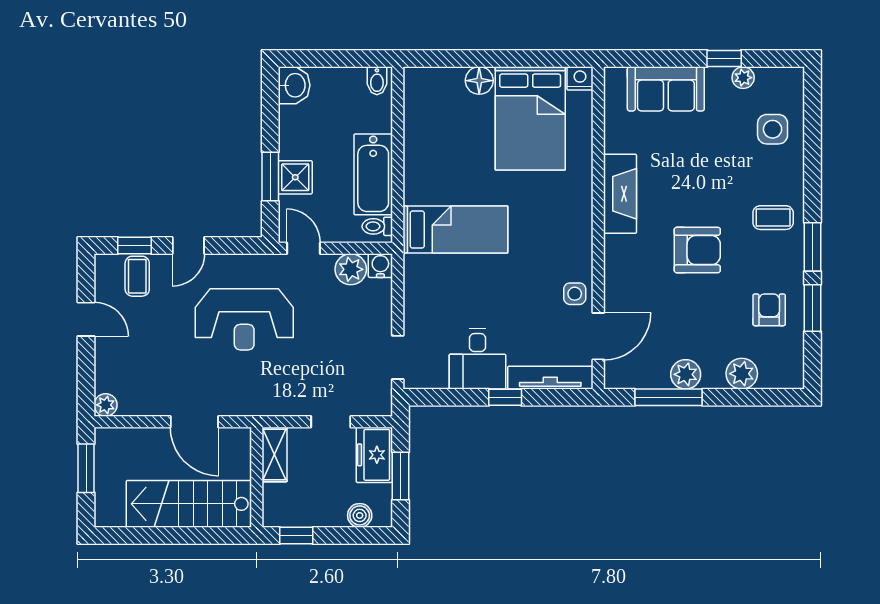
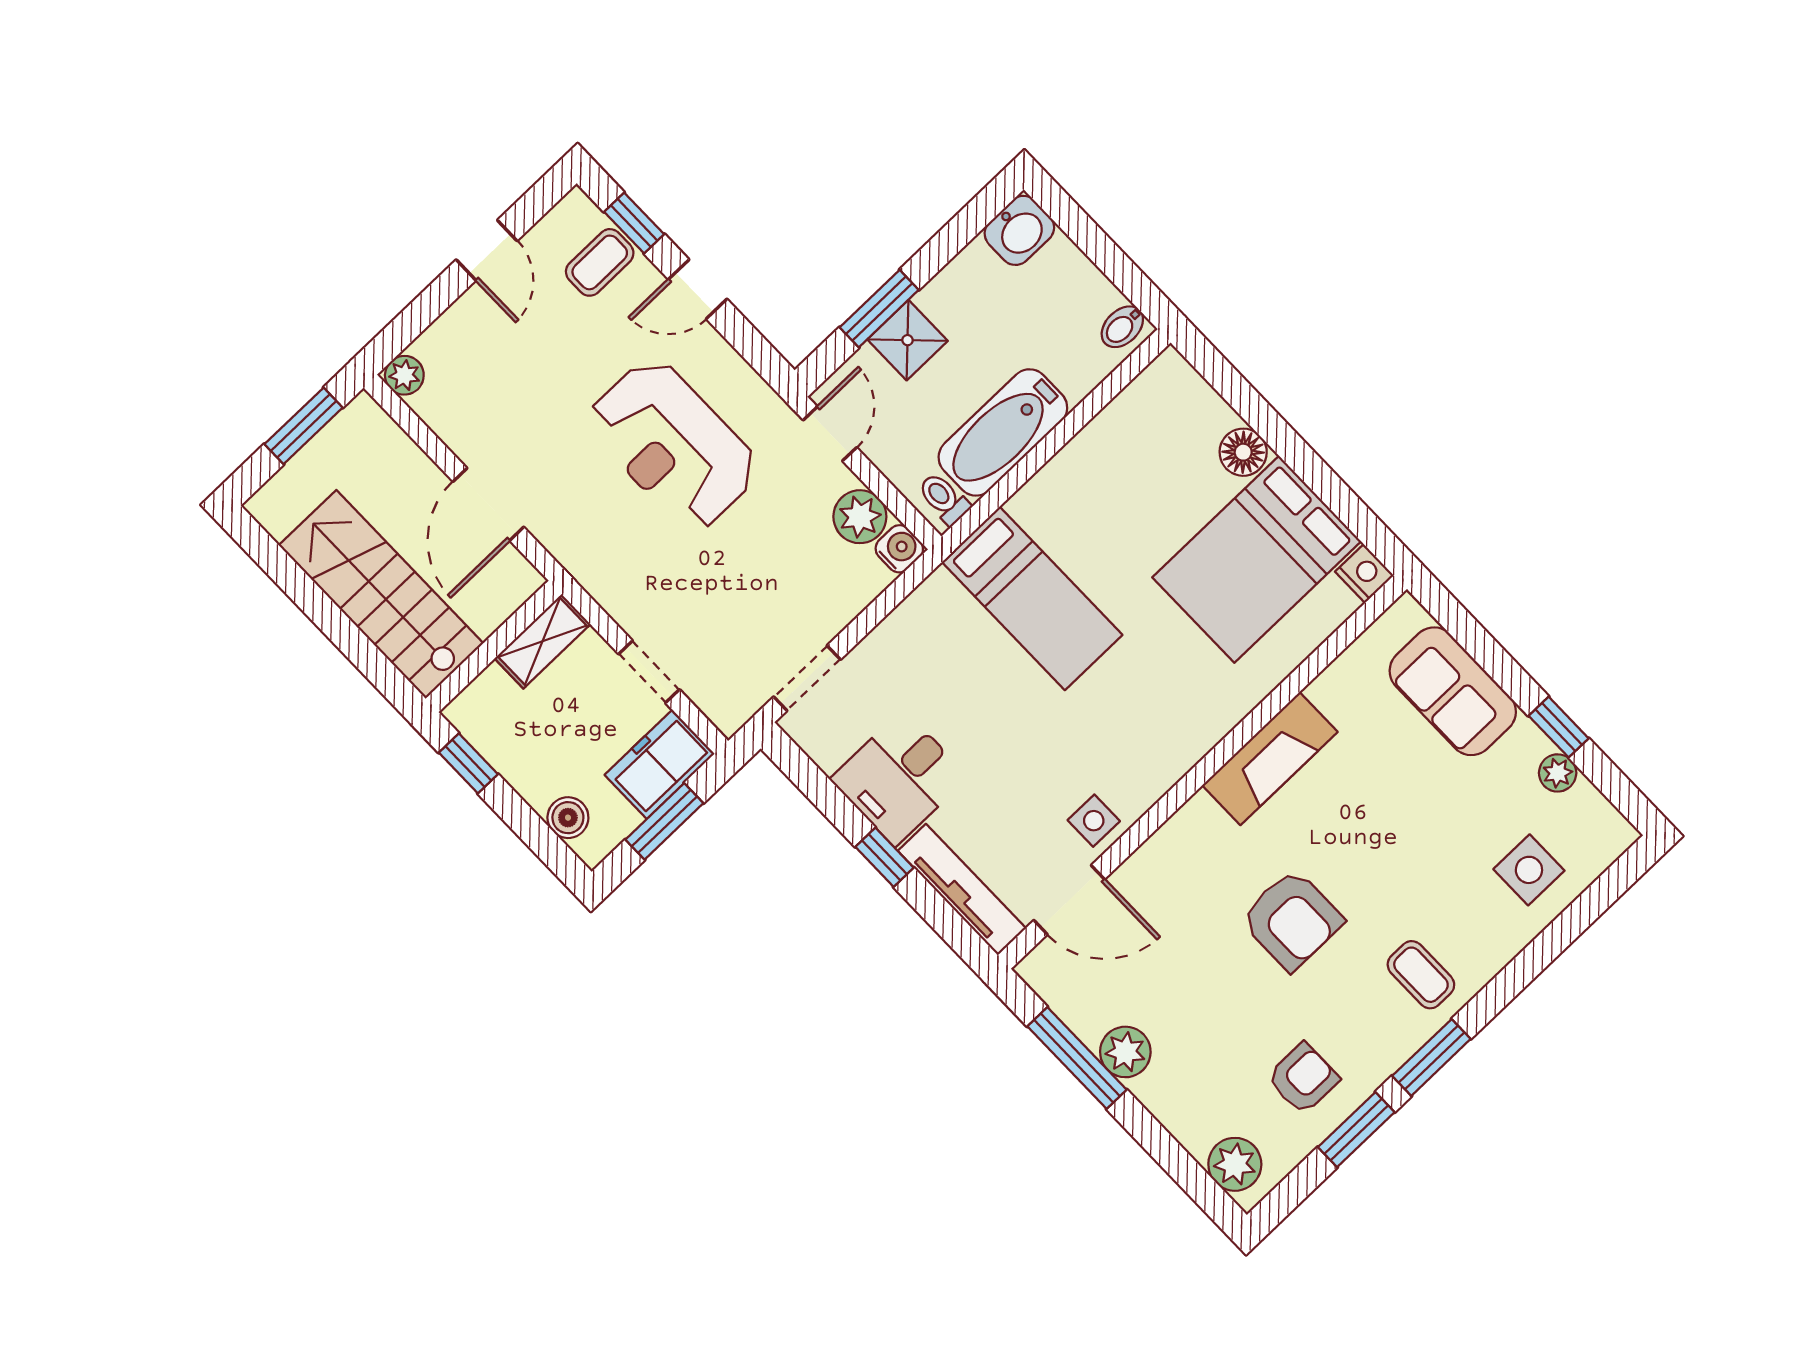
plant: (742, 374) -> (1235, 1164), moved

